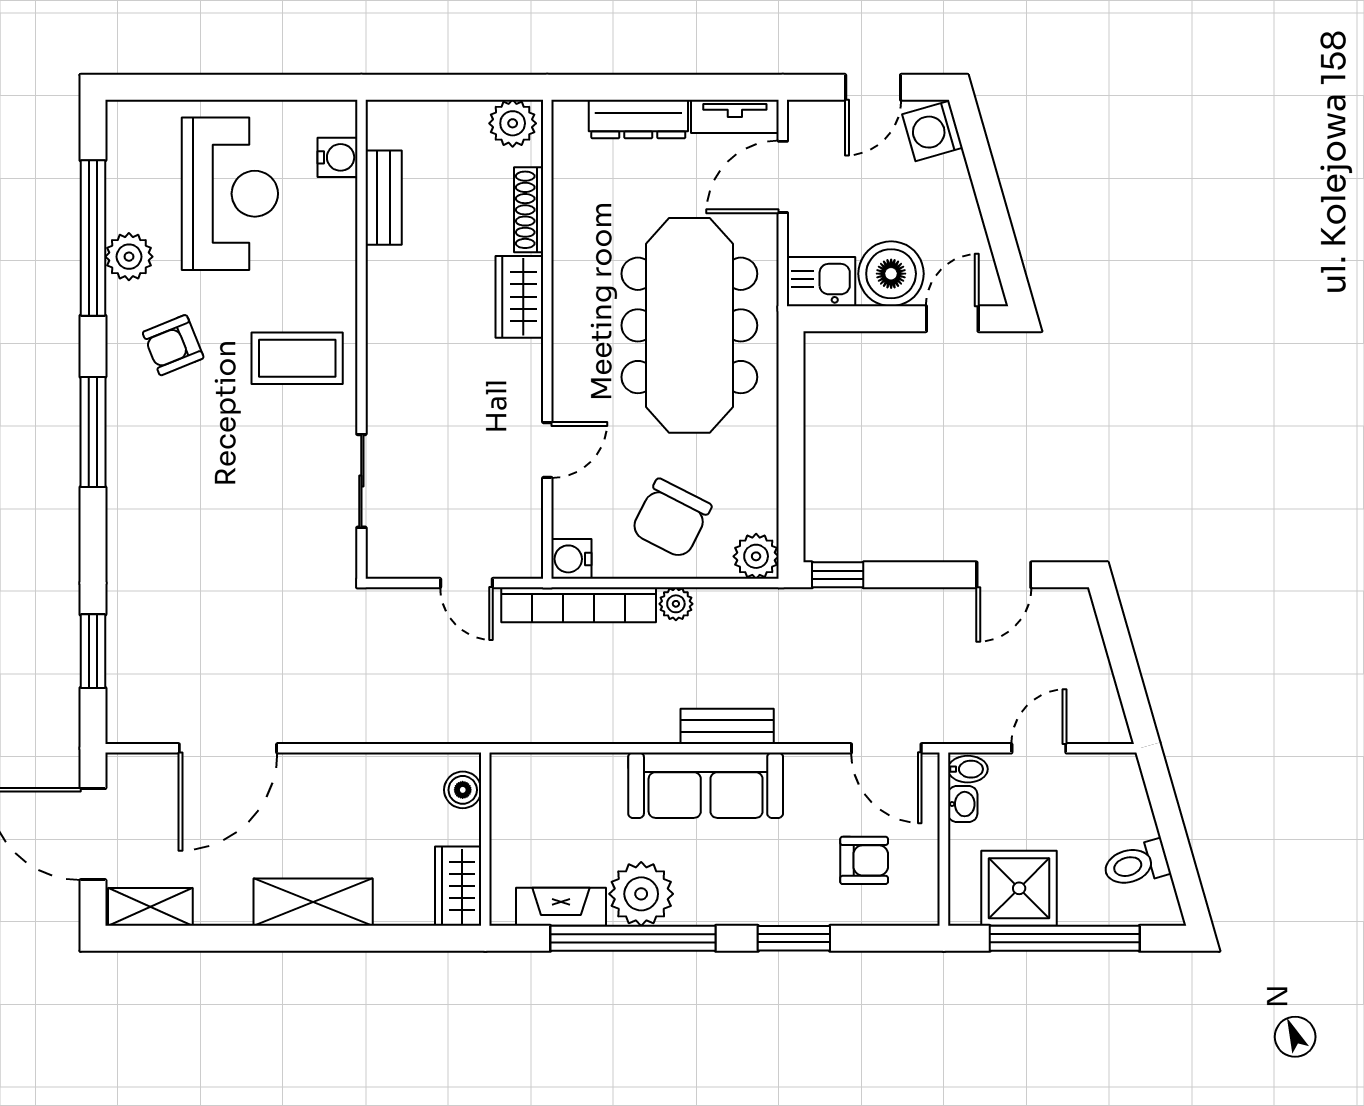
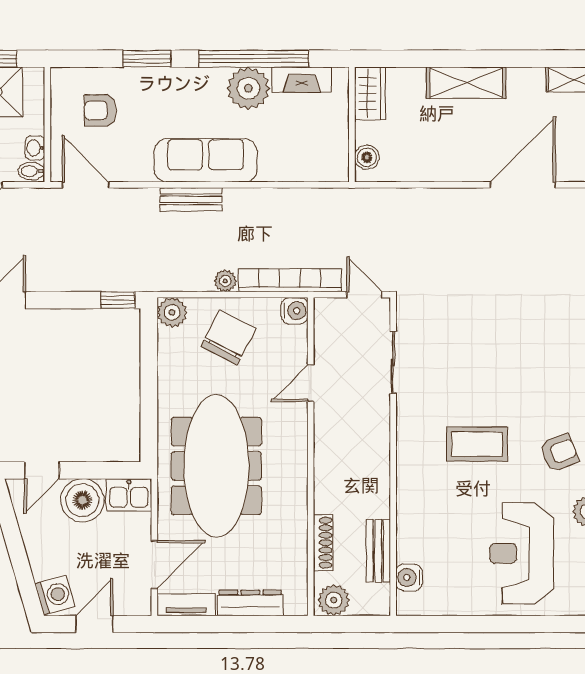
water cooler: (337, 157) -> (409, 577), moved
bench: (384, 198) -> (378, 551), moved
wardrobe: (519, 297) -> (329, 485), removed
wall: (361, 339) -> (393, 457), moved
sliding door: (361, 481) -> (393, 363), moved

